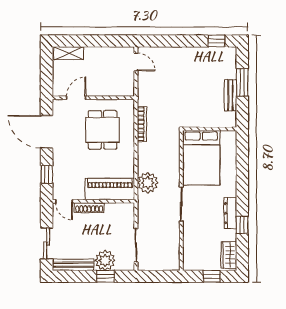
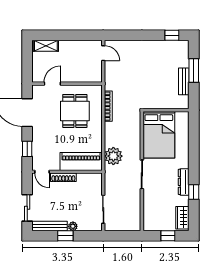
plant: (105, 260) -> (73, 226), width x0.53, depth x0.53
window: (106, 276) -> (65, 236), moved

